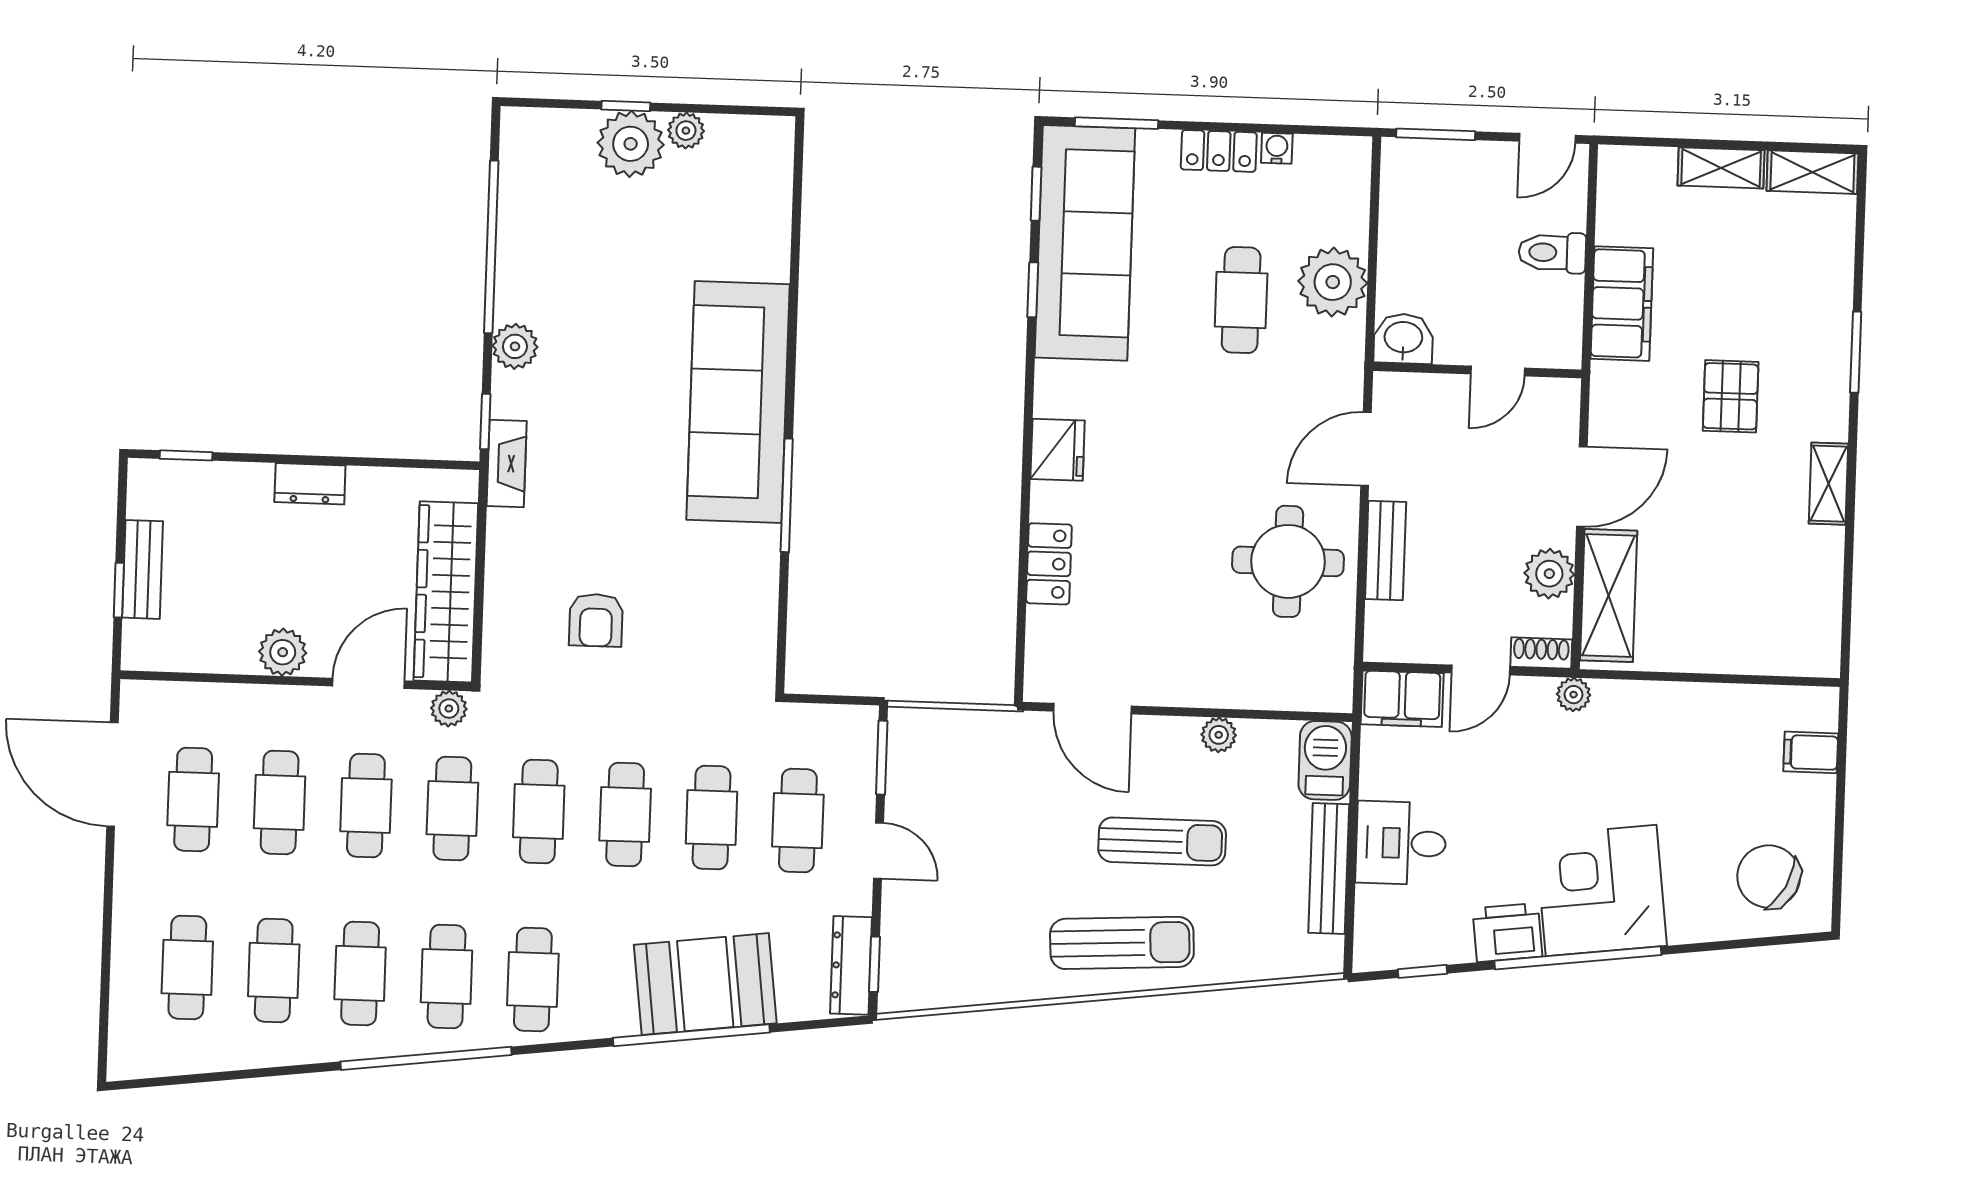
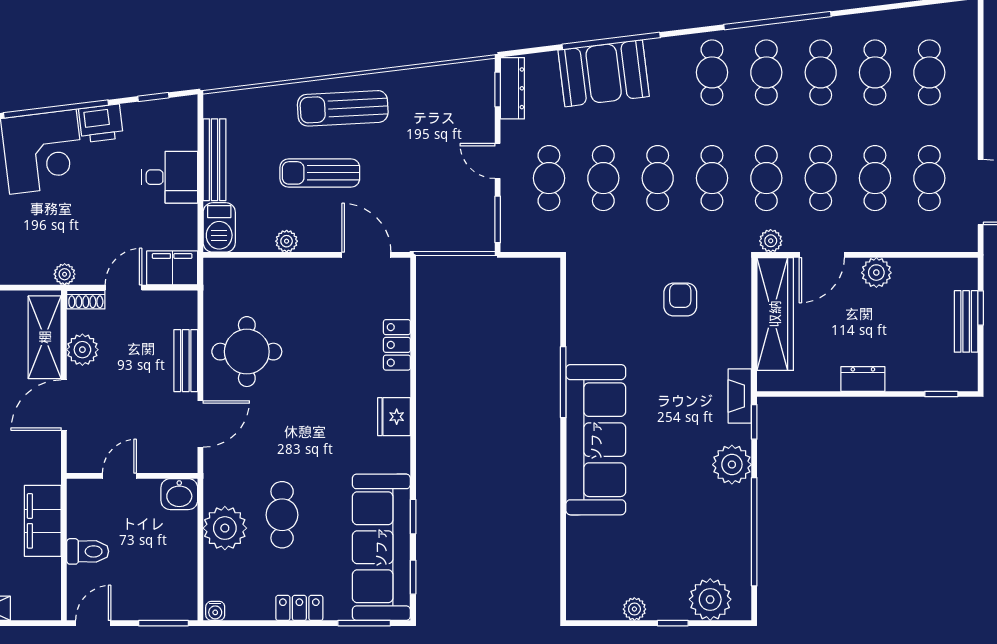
plant: (631, 144) -> (710, 599), moved
water cooler: (1277, 148) -> (215, 611), moved
plant: (515, 346) -> (732, 465), width x1.36, depth x1.36

